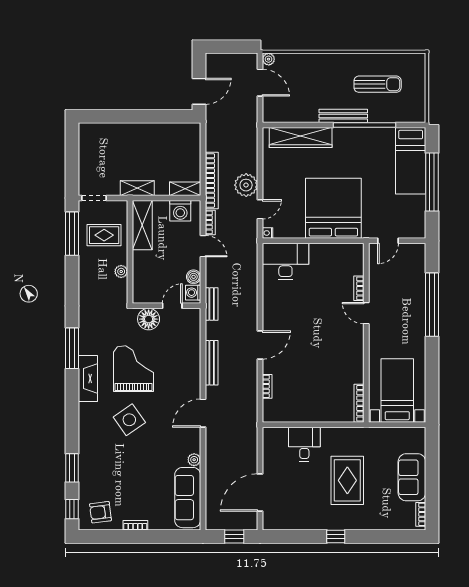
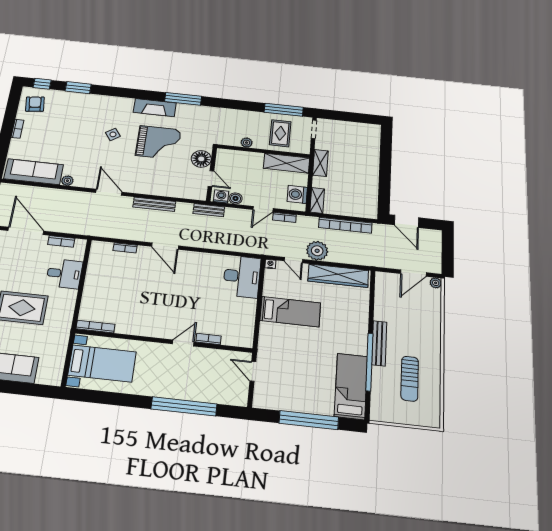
wardrobe: (301, 138) -> (338, 276), moved, turned -90
bed: (411, 161) -> (351, 386), moved, turned 90
bookcase: (212, 180) -> (345, 225), moved
bed: (333, 208) -> (290, 312), width x0.49
side table: (129, 420) -> (113, 134), width x0.54, depth x0.54
bookcase: (268, 454) -> (61, 241), added

